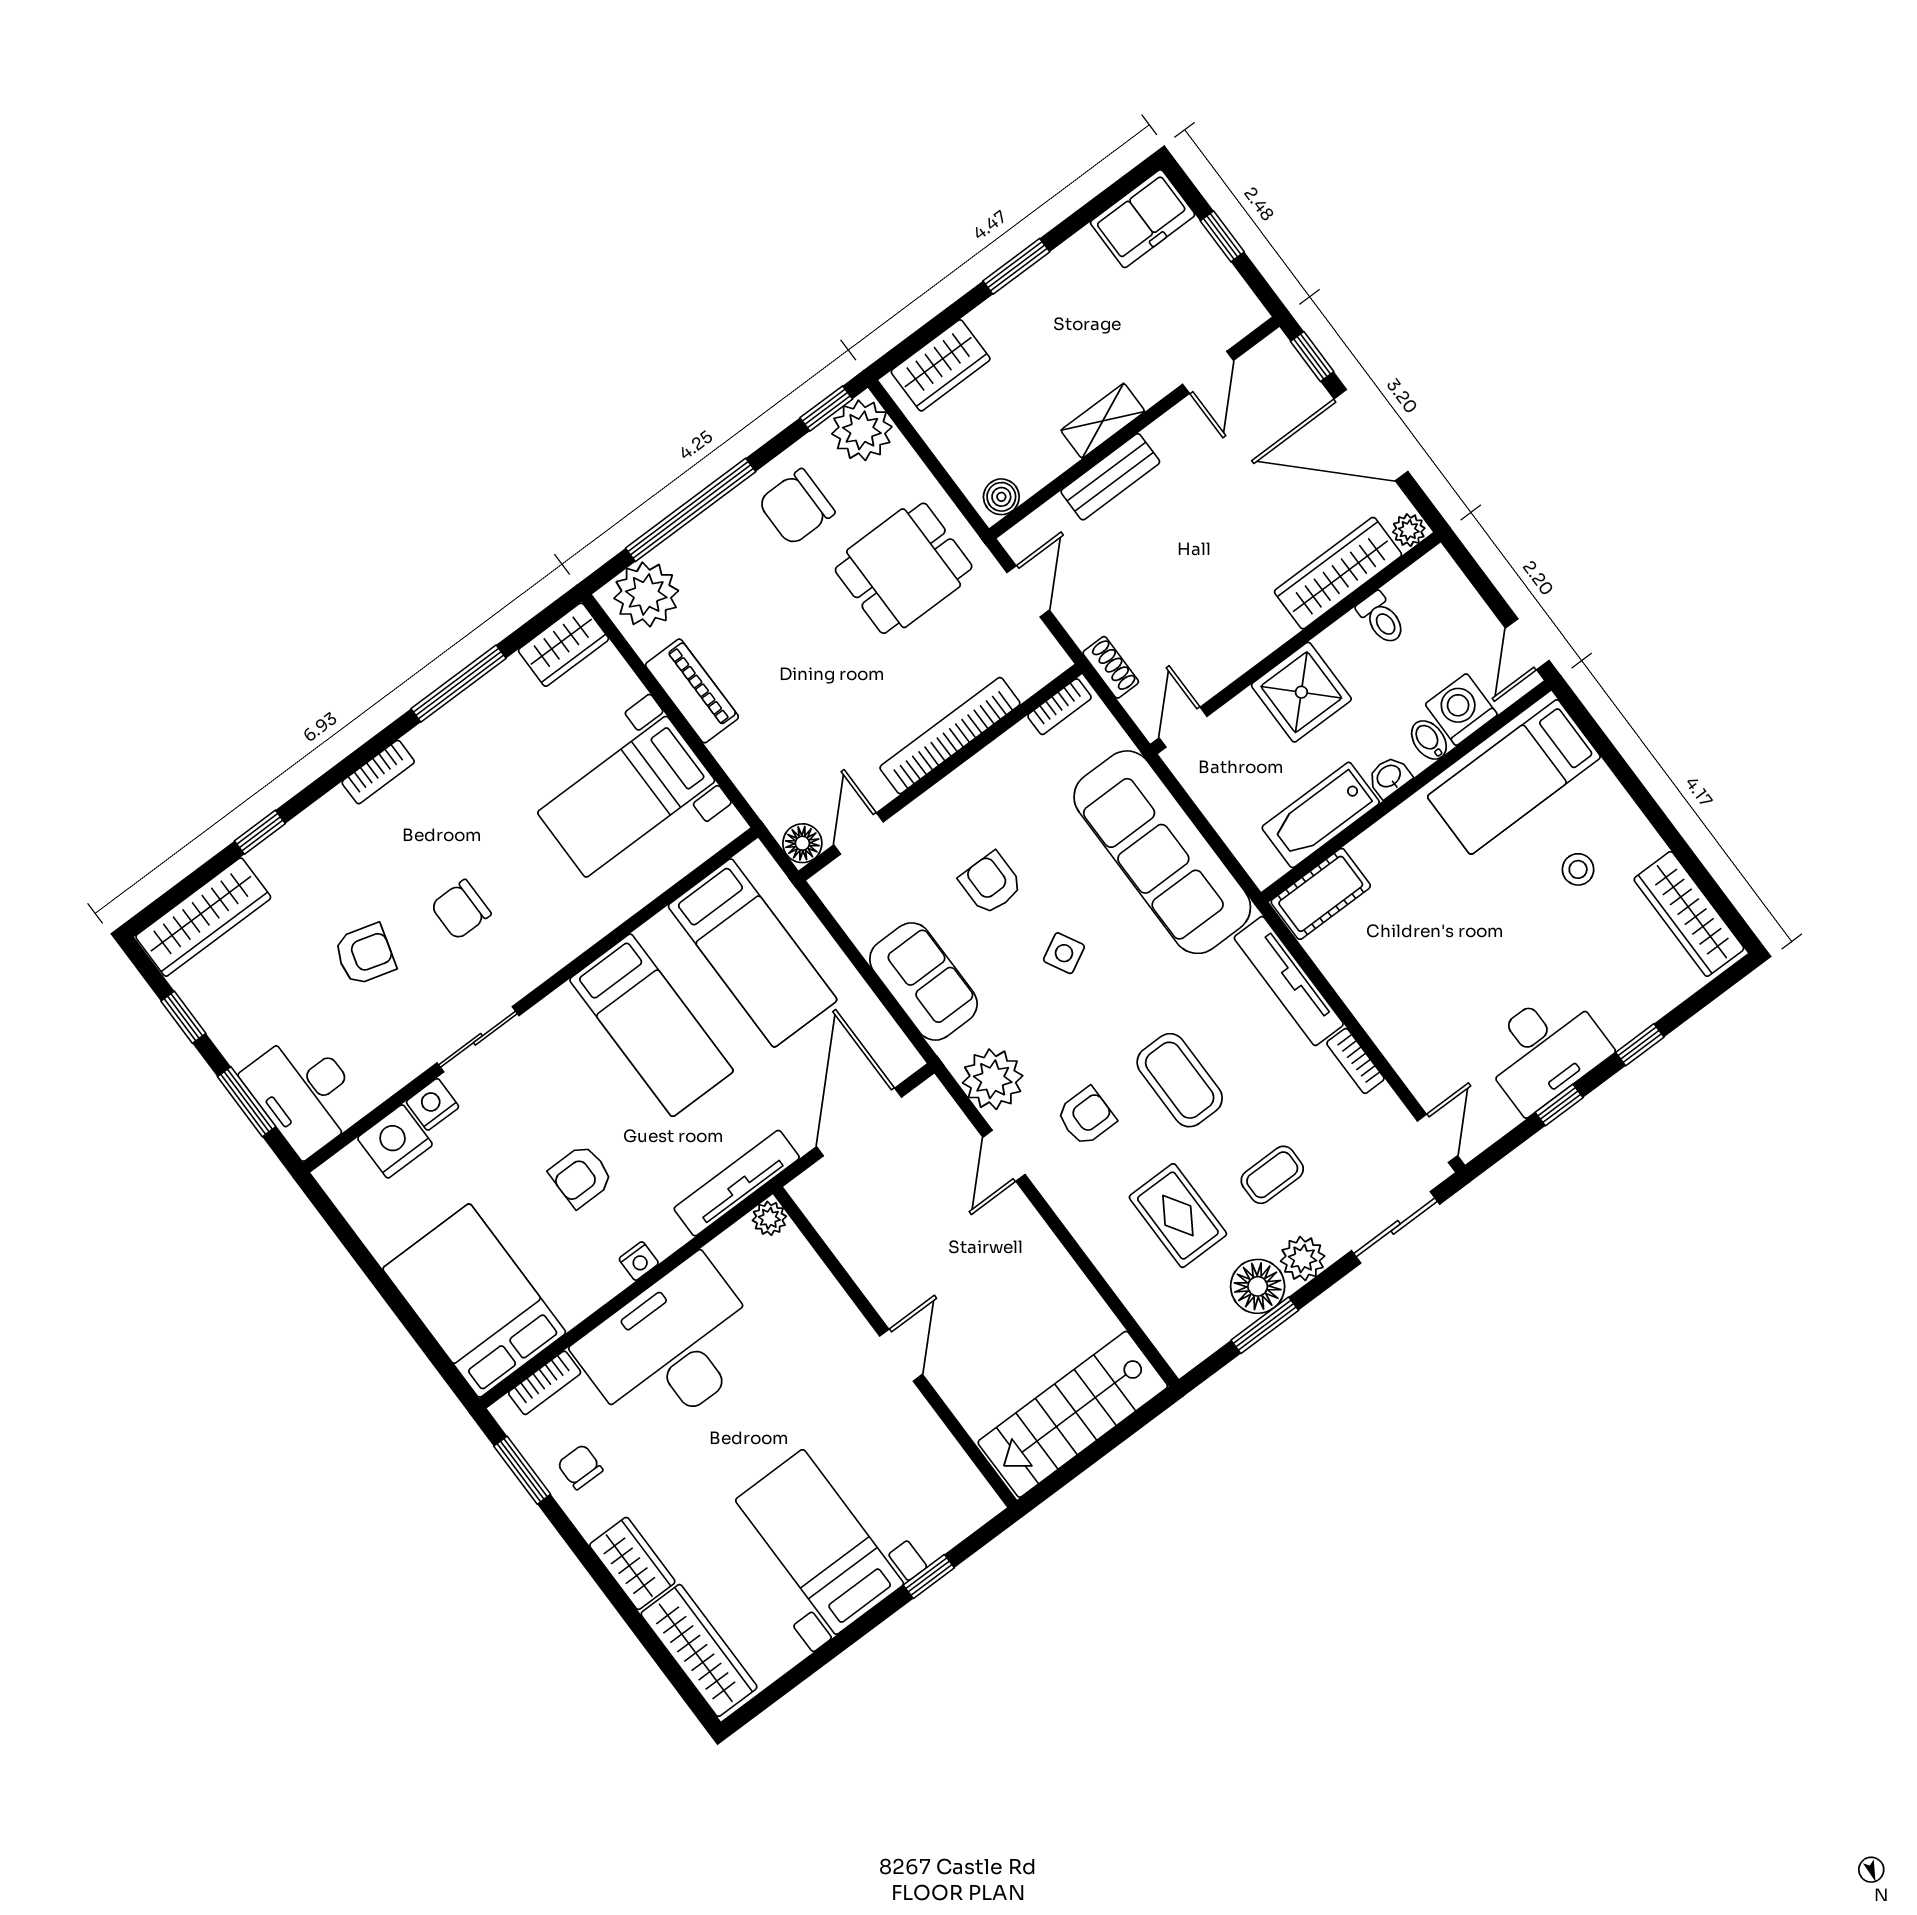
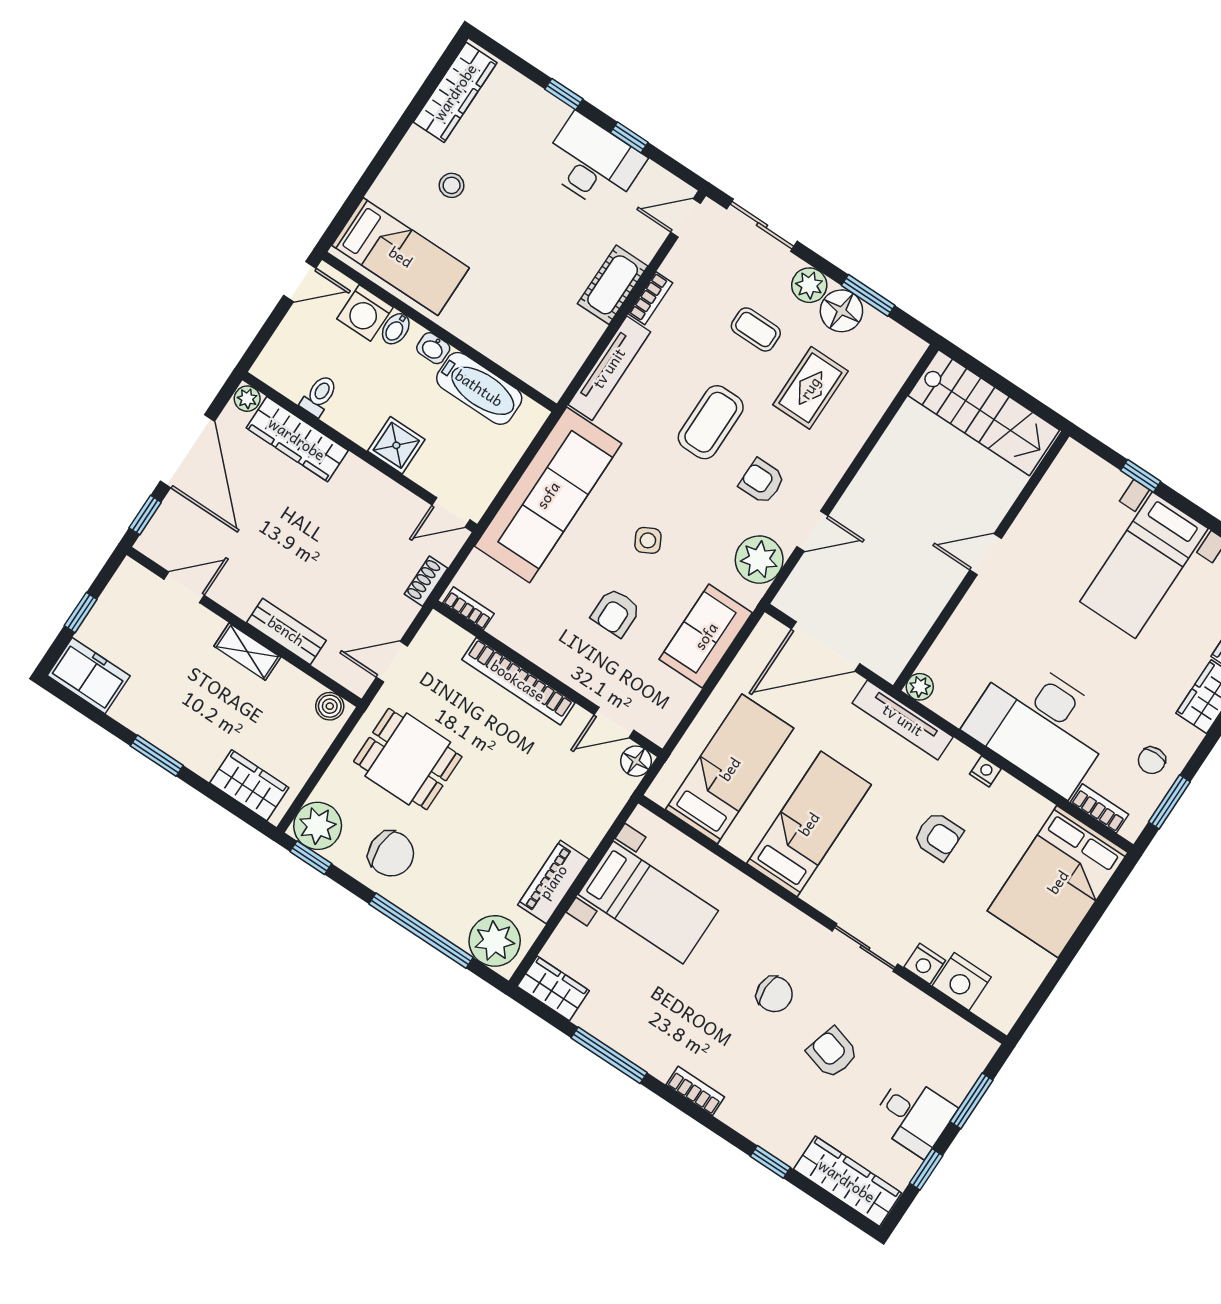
shower: (1301, 692) -> (396, 445), width x0.73, depth x0.73
cot: (1321, 894) -> (613, 285), moved, turned 90
desk: (304, 1093) -> (913, 1116), moved, width x0.73

